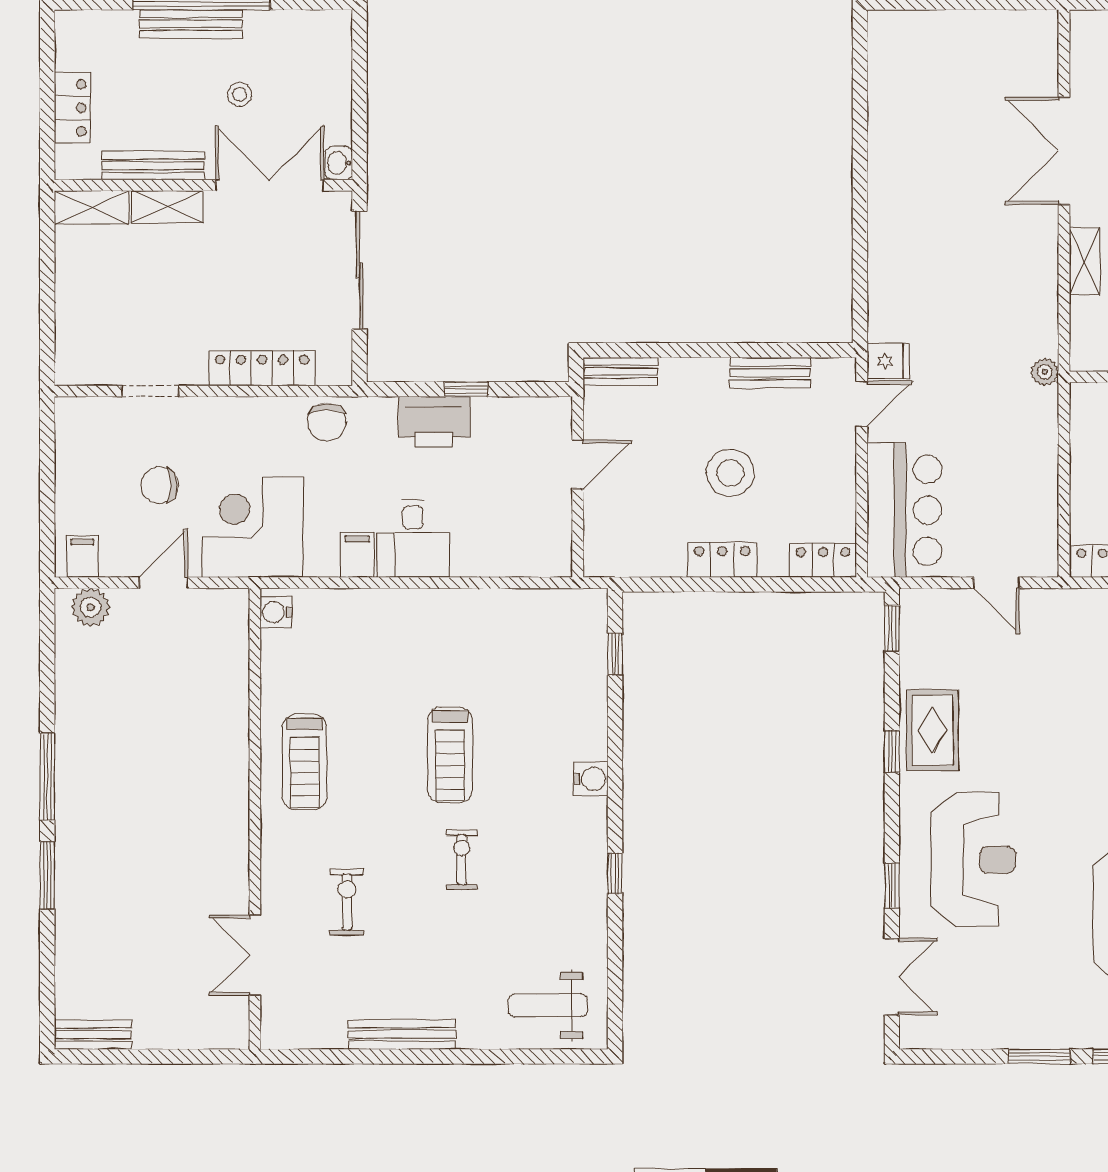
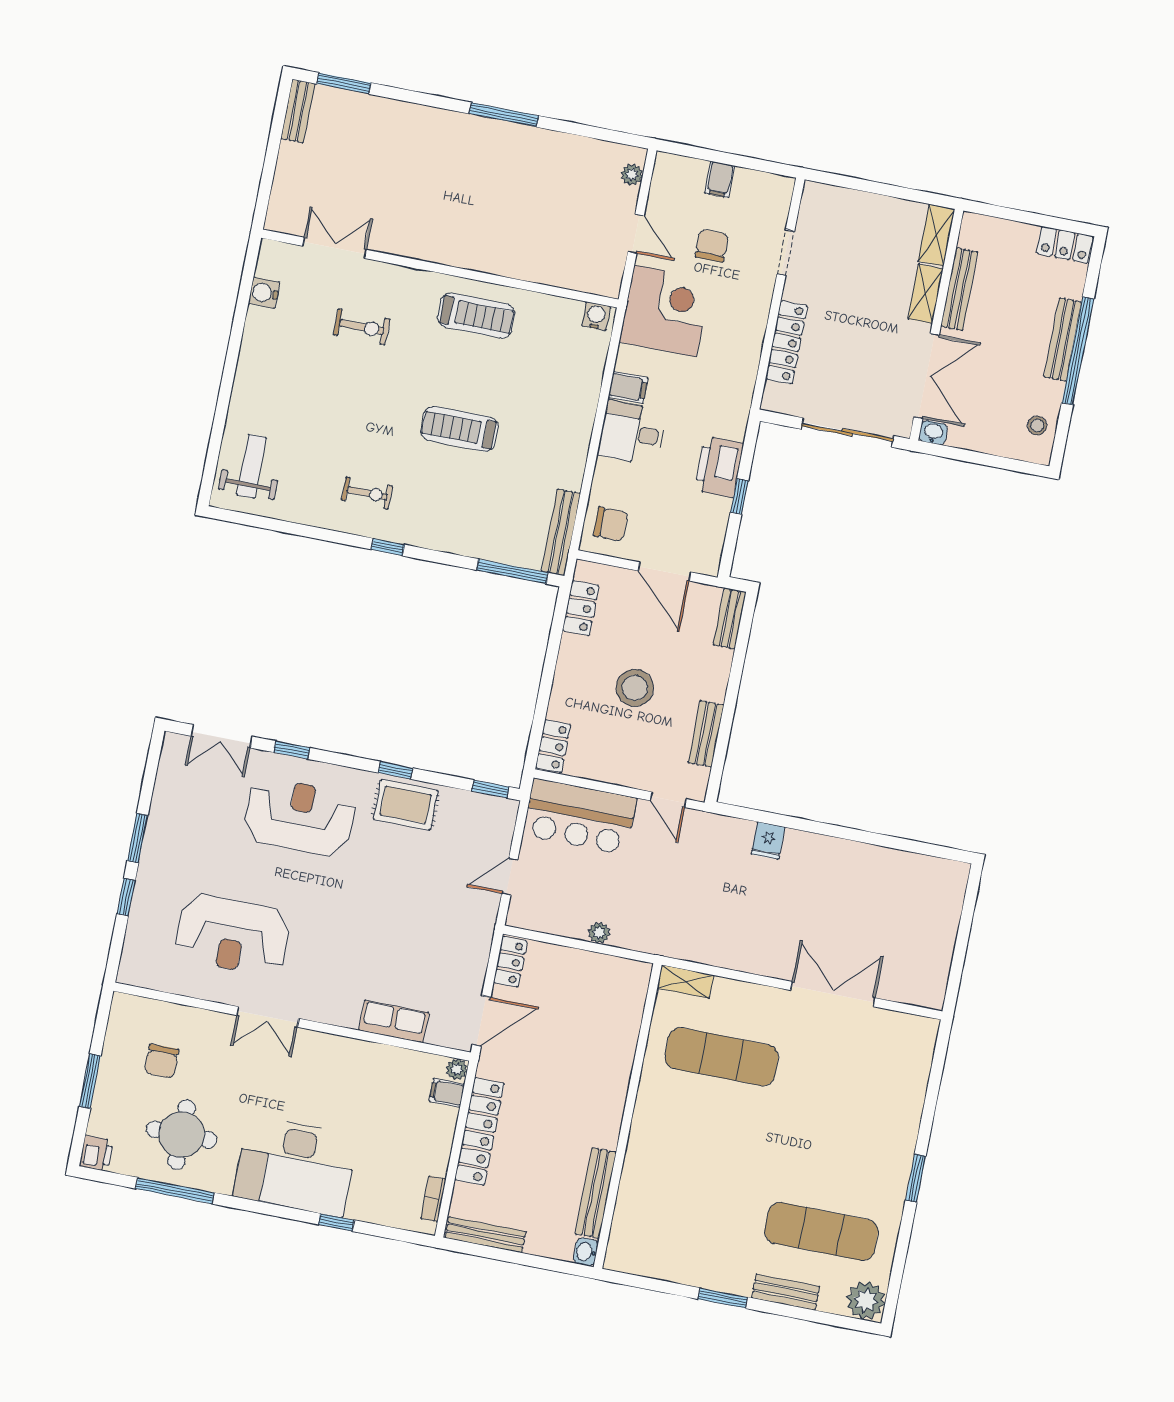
stool: (240, 94) -> (1037, 426), moved
locker: (72, 108) -> (1065, 245), moved
shelving: (1084, 261) -> (685, 982), moved
fridge: (888, 361) -> (768, 841), moved
plant: (1045, 372) -> (599, 933), moved
chair: (327, 422) -> (611, 524), moved, turned 180
door: (578, 464) -> (665, 571), width x1.38
filing cabinet: (82, 557) -> (720, 180), moved, turned 90
locker: (722, 560) -> (581, 608), moved
plant: (91, 607) -> (632, 175), width x0.73, depth x0.73
window: (615, 654) -> (512, 571), width x2.17
treadmill: (305, 762) -> (476, 316), turned 180
water cooler: (591, 779) -> (264, 293), moved, turned 90
exercise bike: (462, 860) -> (367, 493), moved
reception desk: (973, 860) -> (300, 817), turned 180
window: (615, 873) -> (388, 547), moved
window: (47, 875) -> (344, 83), moved
bench: (402, 1034) -> (561, 532), moved

